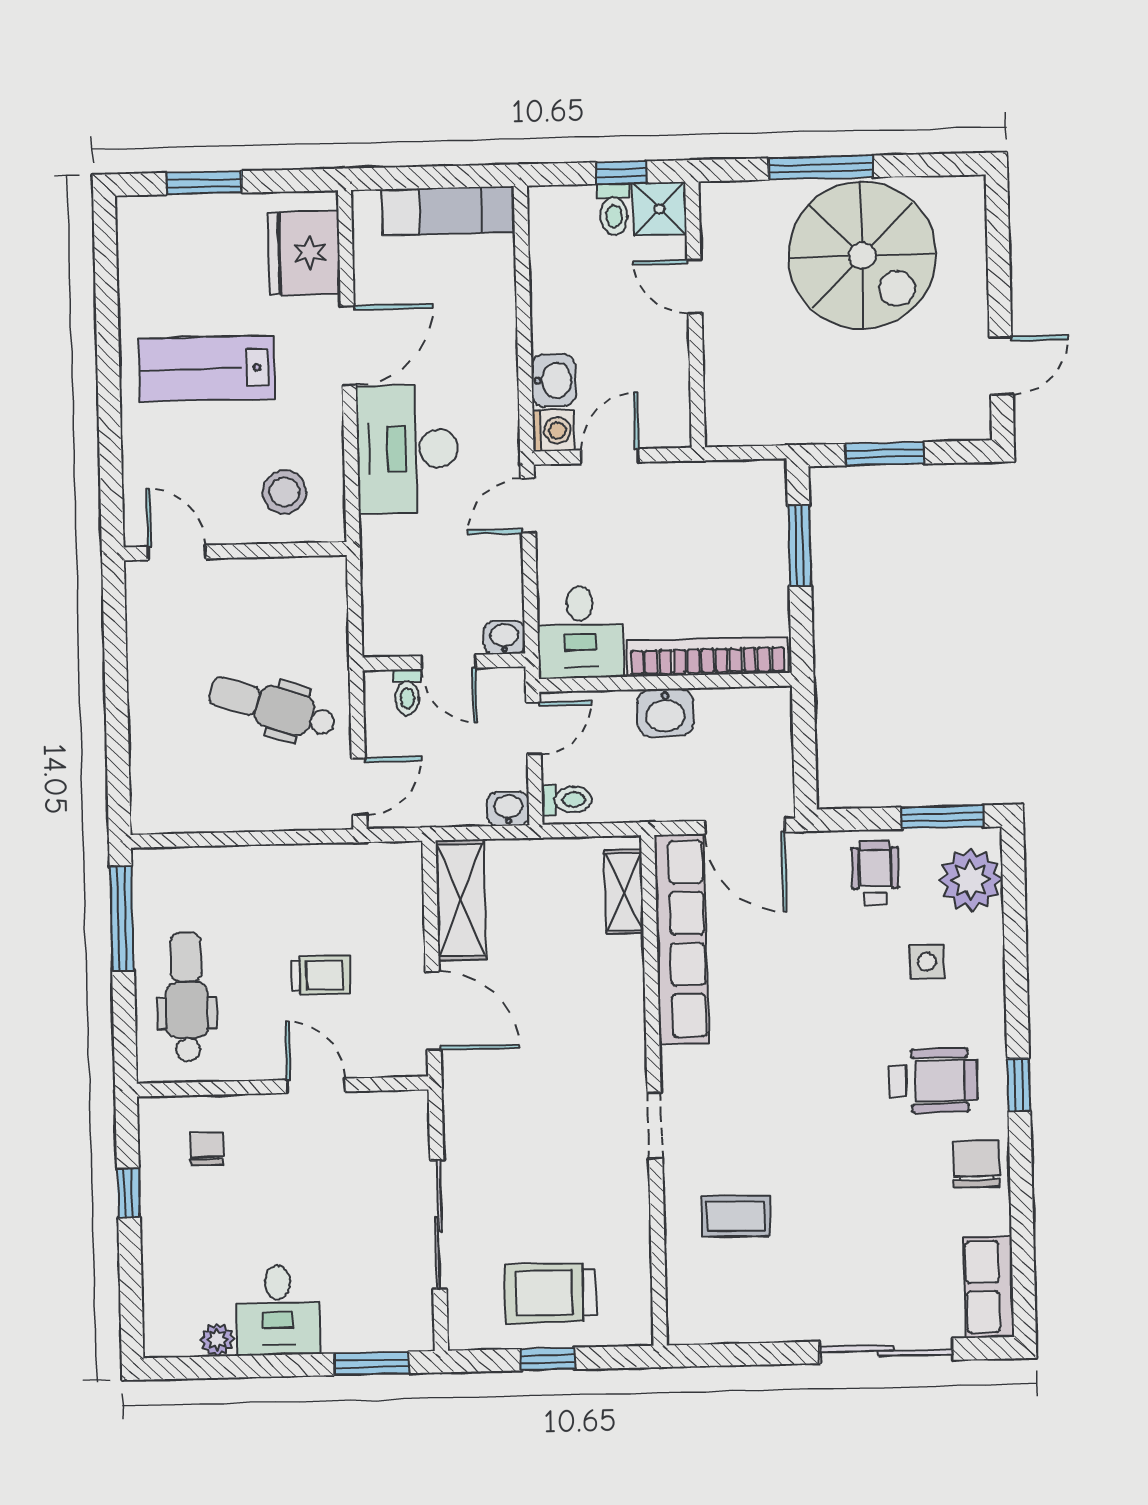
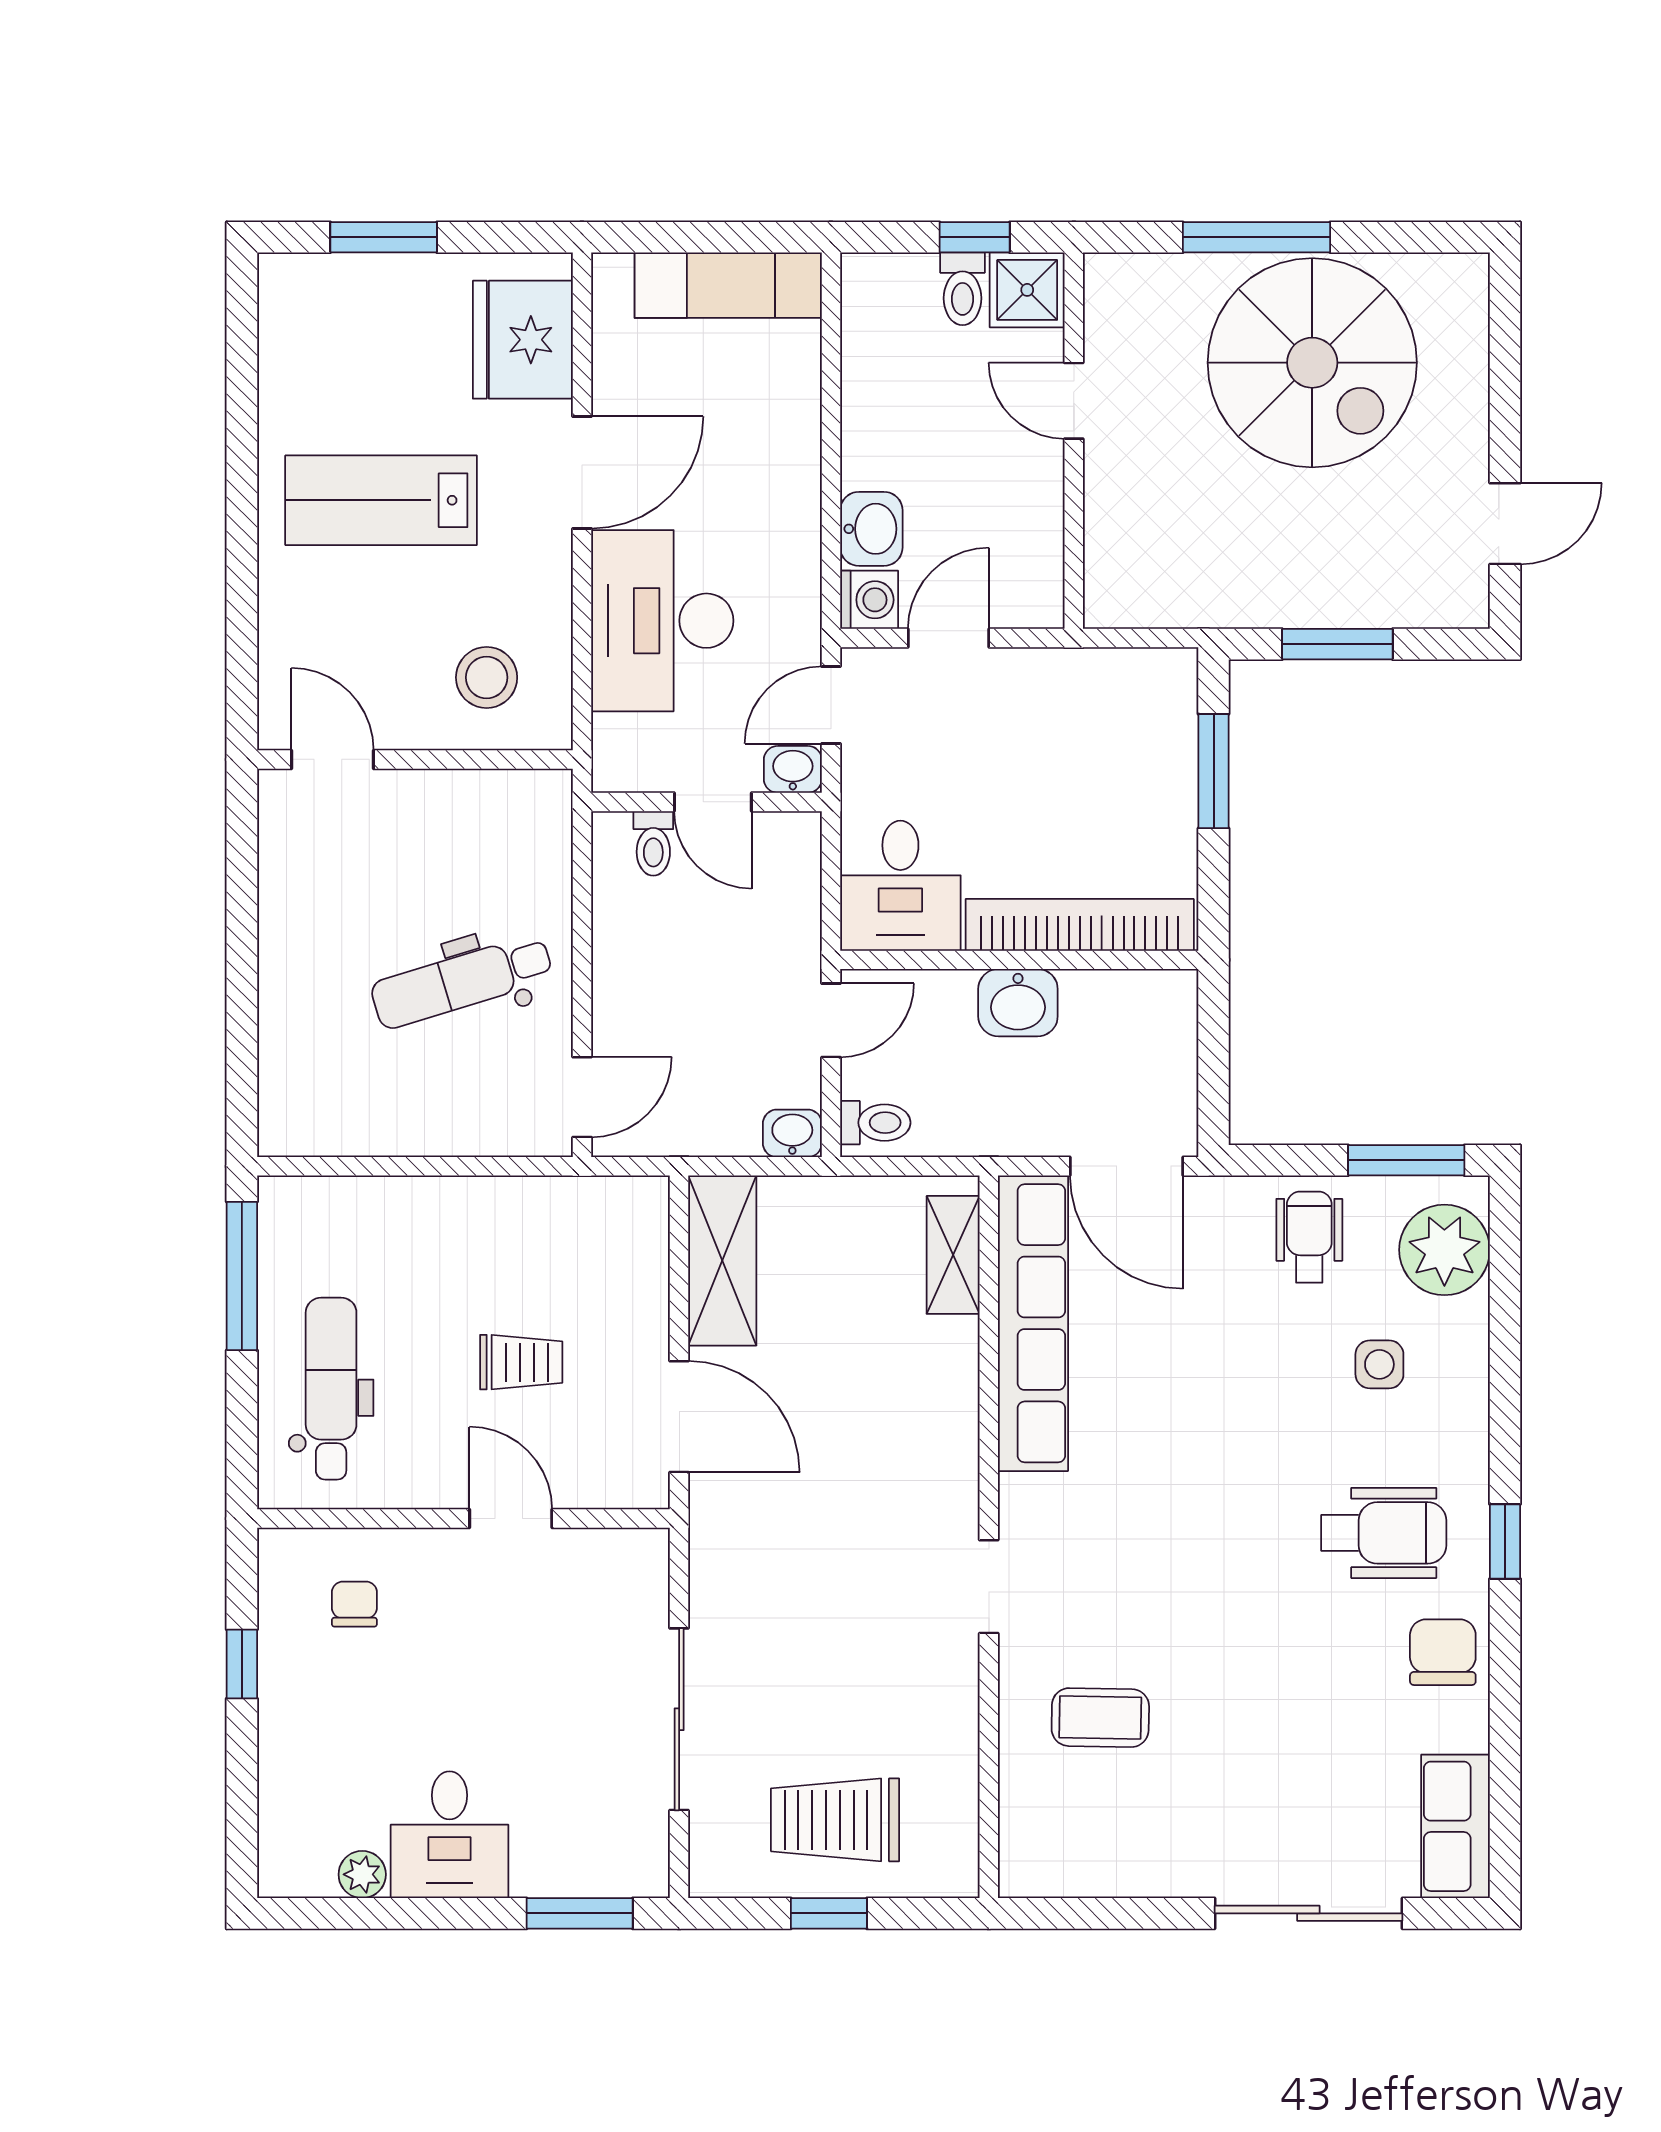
washbasin: (504, 637) -> (793, 769), moved
wall: (444, 662) -> (706, 802), moved
door: (448, 662) -> (713, 802), moved
toilet: (407, 692) -> (653, 843), moved
dental chair: (272, 707) -> (462, 981), turned -35

